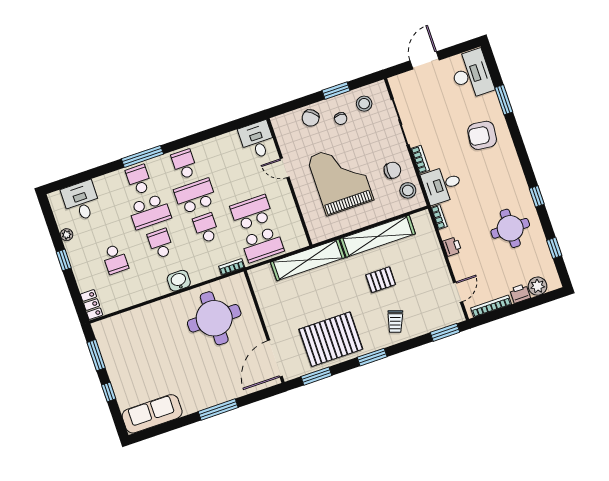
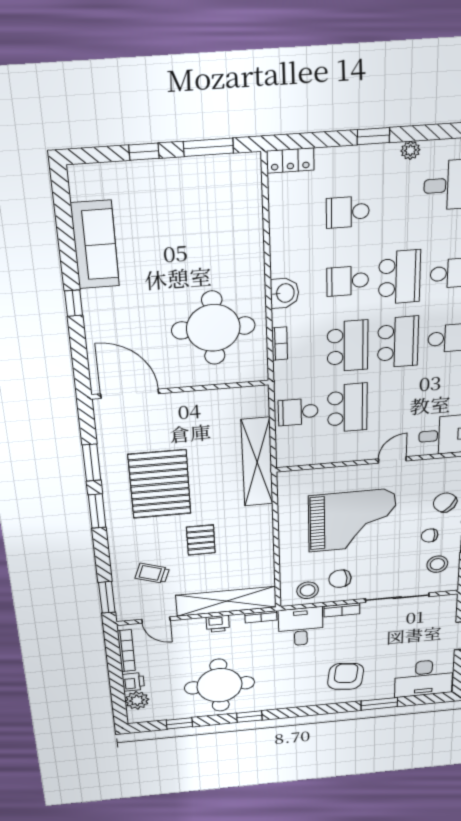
chair: (392, 170) -> (340, 579), turned 86
school desk: (150, 212) -> (399, 277), turned 180
school desk: (206, 228) -> (348, 346), width x1.85
round table: (510, 228) -> (220, 685), width x1.36, depth x1.36
shelving: (378, 236) -> (226, 601), moved, turned 90
school desk: (161, 244) -> (348, 281), turned 180
school desk: (262, 245) -> (298, 412), width x0.54
bookcase: (232, 267) -> (280, 344), moved
trolley: (395, 322) -> (152, 573), moved
pallet: (331, 339) -> (160, 484), moved
window: (316, 376) -> (92, 463), moved
window: (218, 409) -> (74, 303), width x0.46
sofa: (152, 414) -> (95, 245), moved

